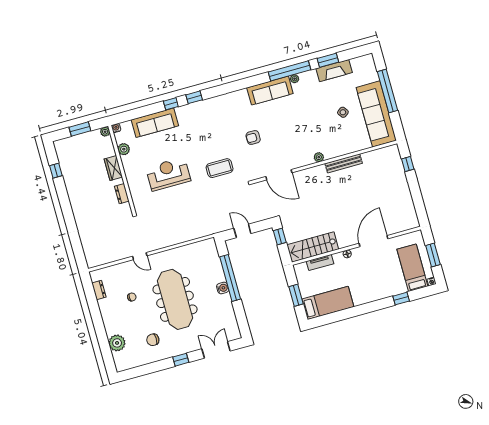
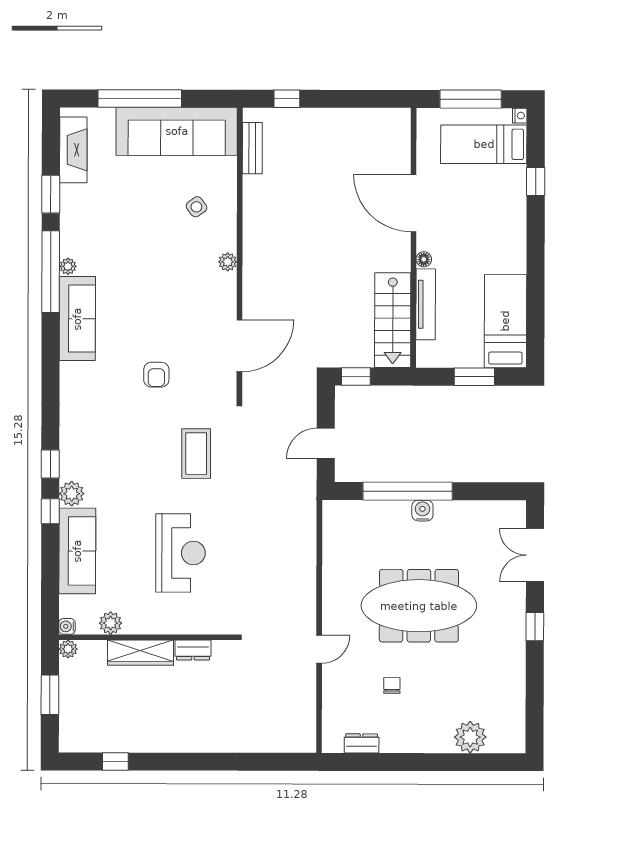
fireplace: (334, 71) -> (73, 150), moved
plant: (182, 112) -> (72, 494), added
side table: (343, 112) -> (196, 207), moved
bench: (344, 163) -> (252, 148), moved, width x0.73
wardrobe: (113, 168) -> (141, 653), width x1.50
reception desk: (168, 174) -> (181, 553), turned 180
window: (433, 255) -> (471, 99), width x1.44
tv unit: (320, 262) -> (426, 304), width x1.41
chair: (153, 340) -> (483, 668), removed

